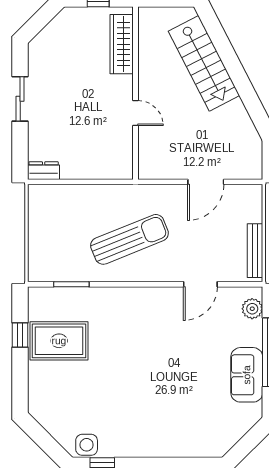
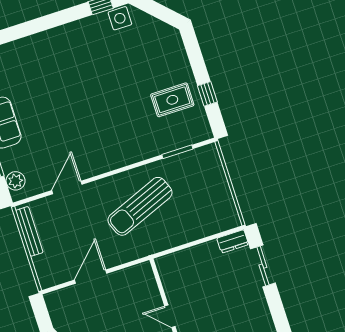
sliding door: (20, 99) -> (263, 266), moved
rug: (59, 341) -> (172, 100), width x0.73, depth x0.70

